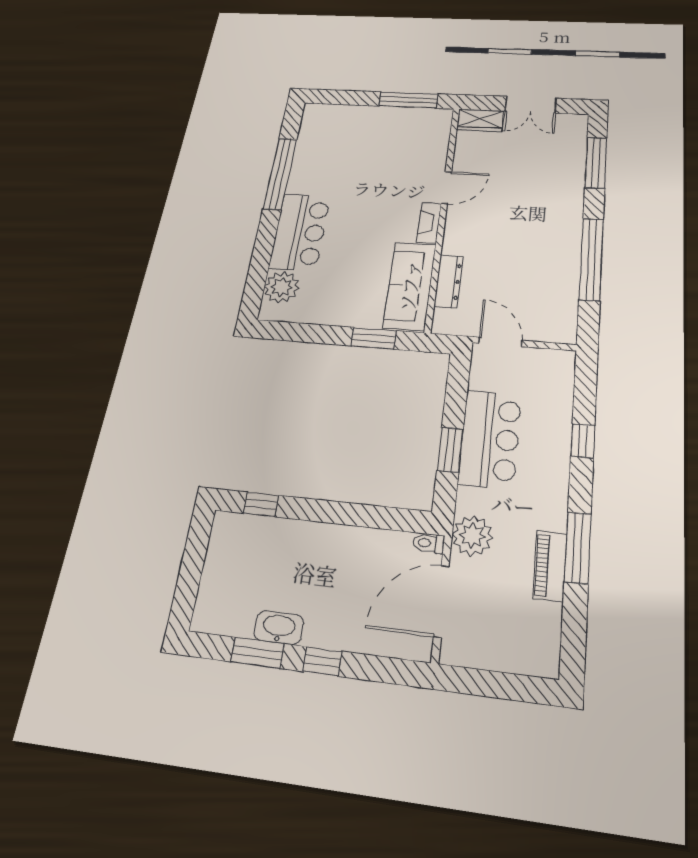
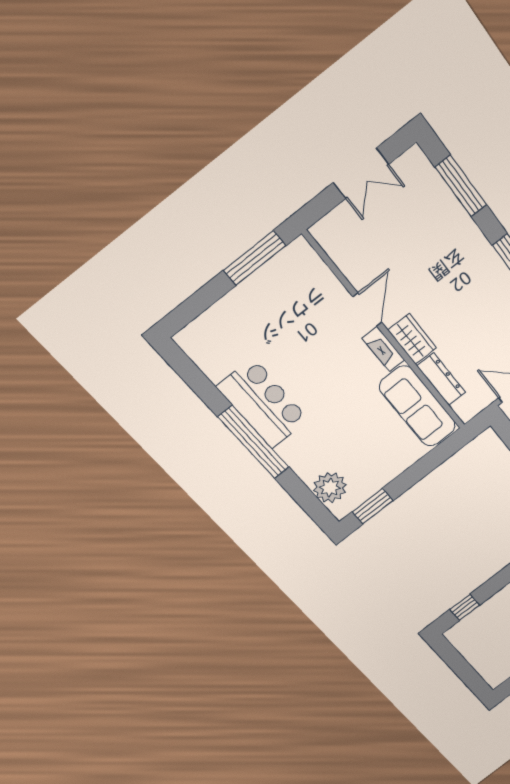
wardrobe: (480, 120) -> (412, 339), moved, turned -90
window: (280, 174) -> (254, 442), moved
bar counter: (300, 232) -> (263, 403), moved
window: (374, 338) -> (373, 506), moved

